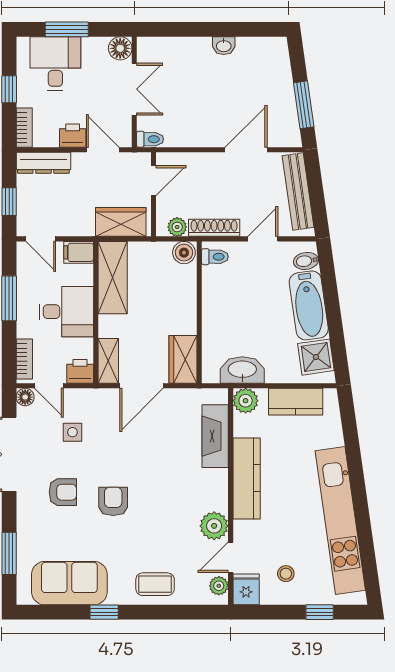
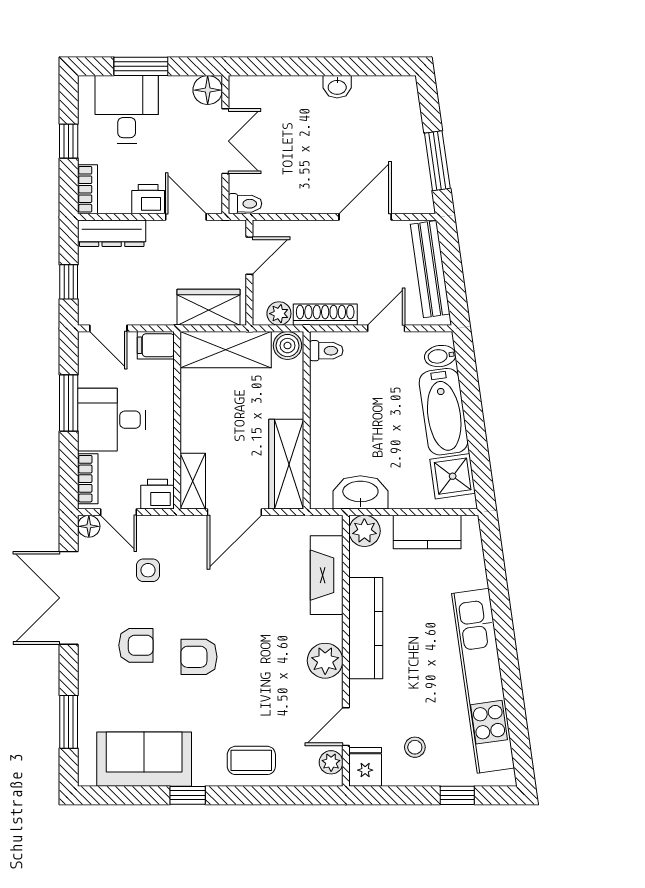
shelving: (113, 278) -> (226, 350), moved, turned 90
desk: (66, 312) -> (112, 420), moved, turned 180
wardrobe: (183, 359) -> (286, 464), width x1.50
armchair: (113, 501) -> (199, 657), turned -90
plant: (214, 526) -> (325, 661), moved

